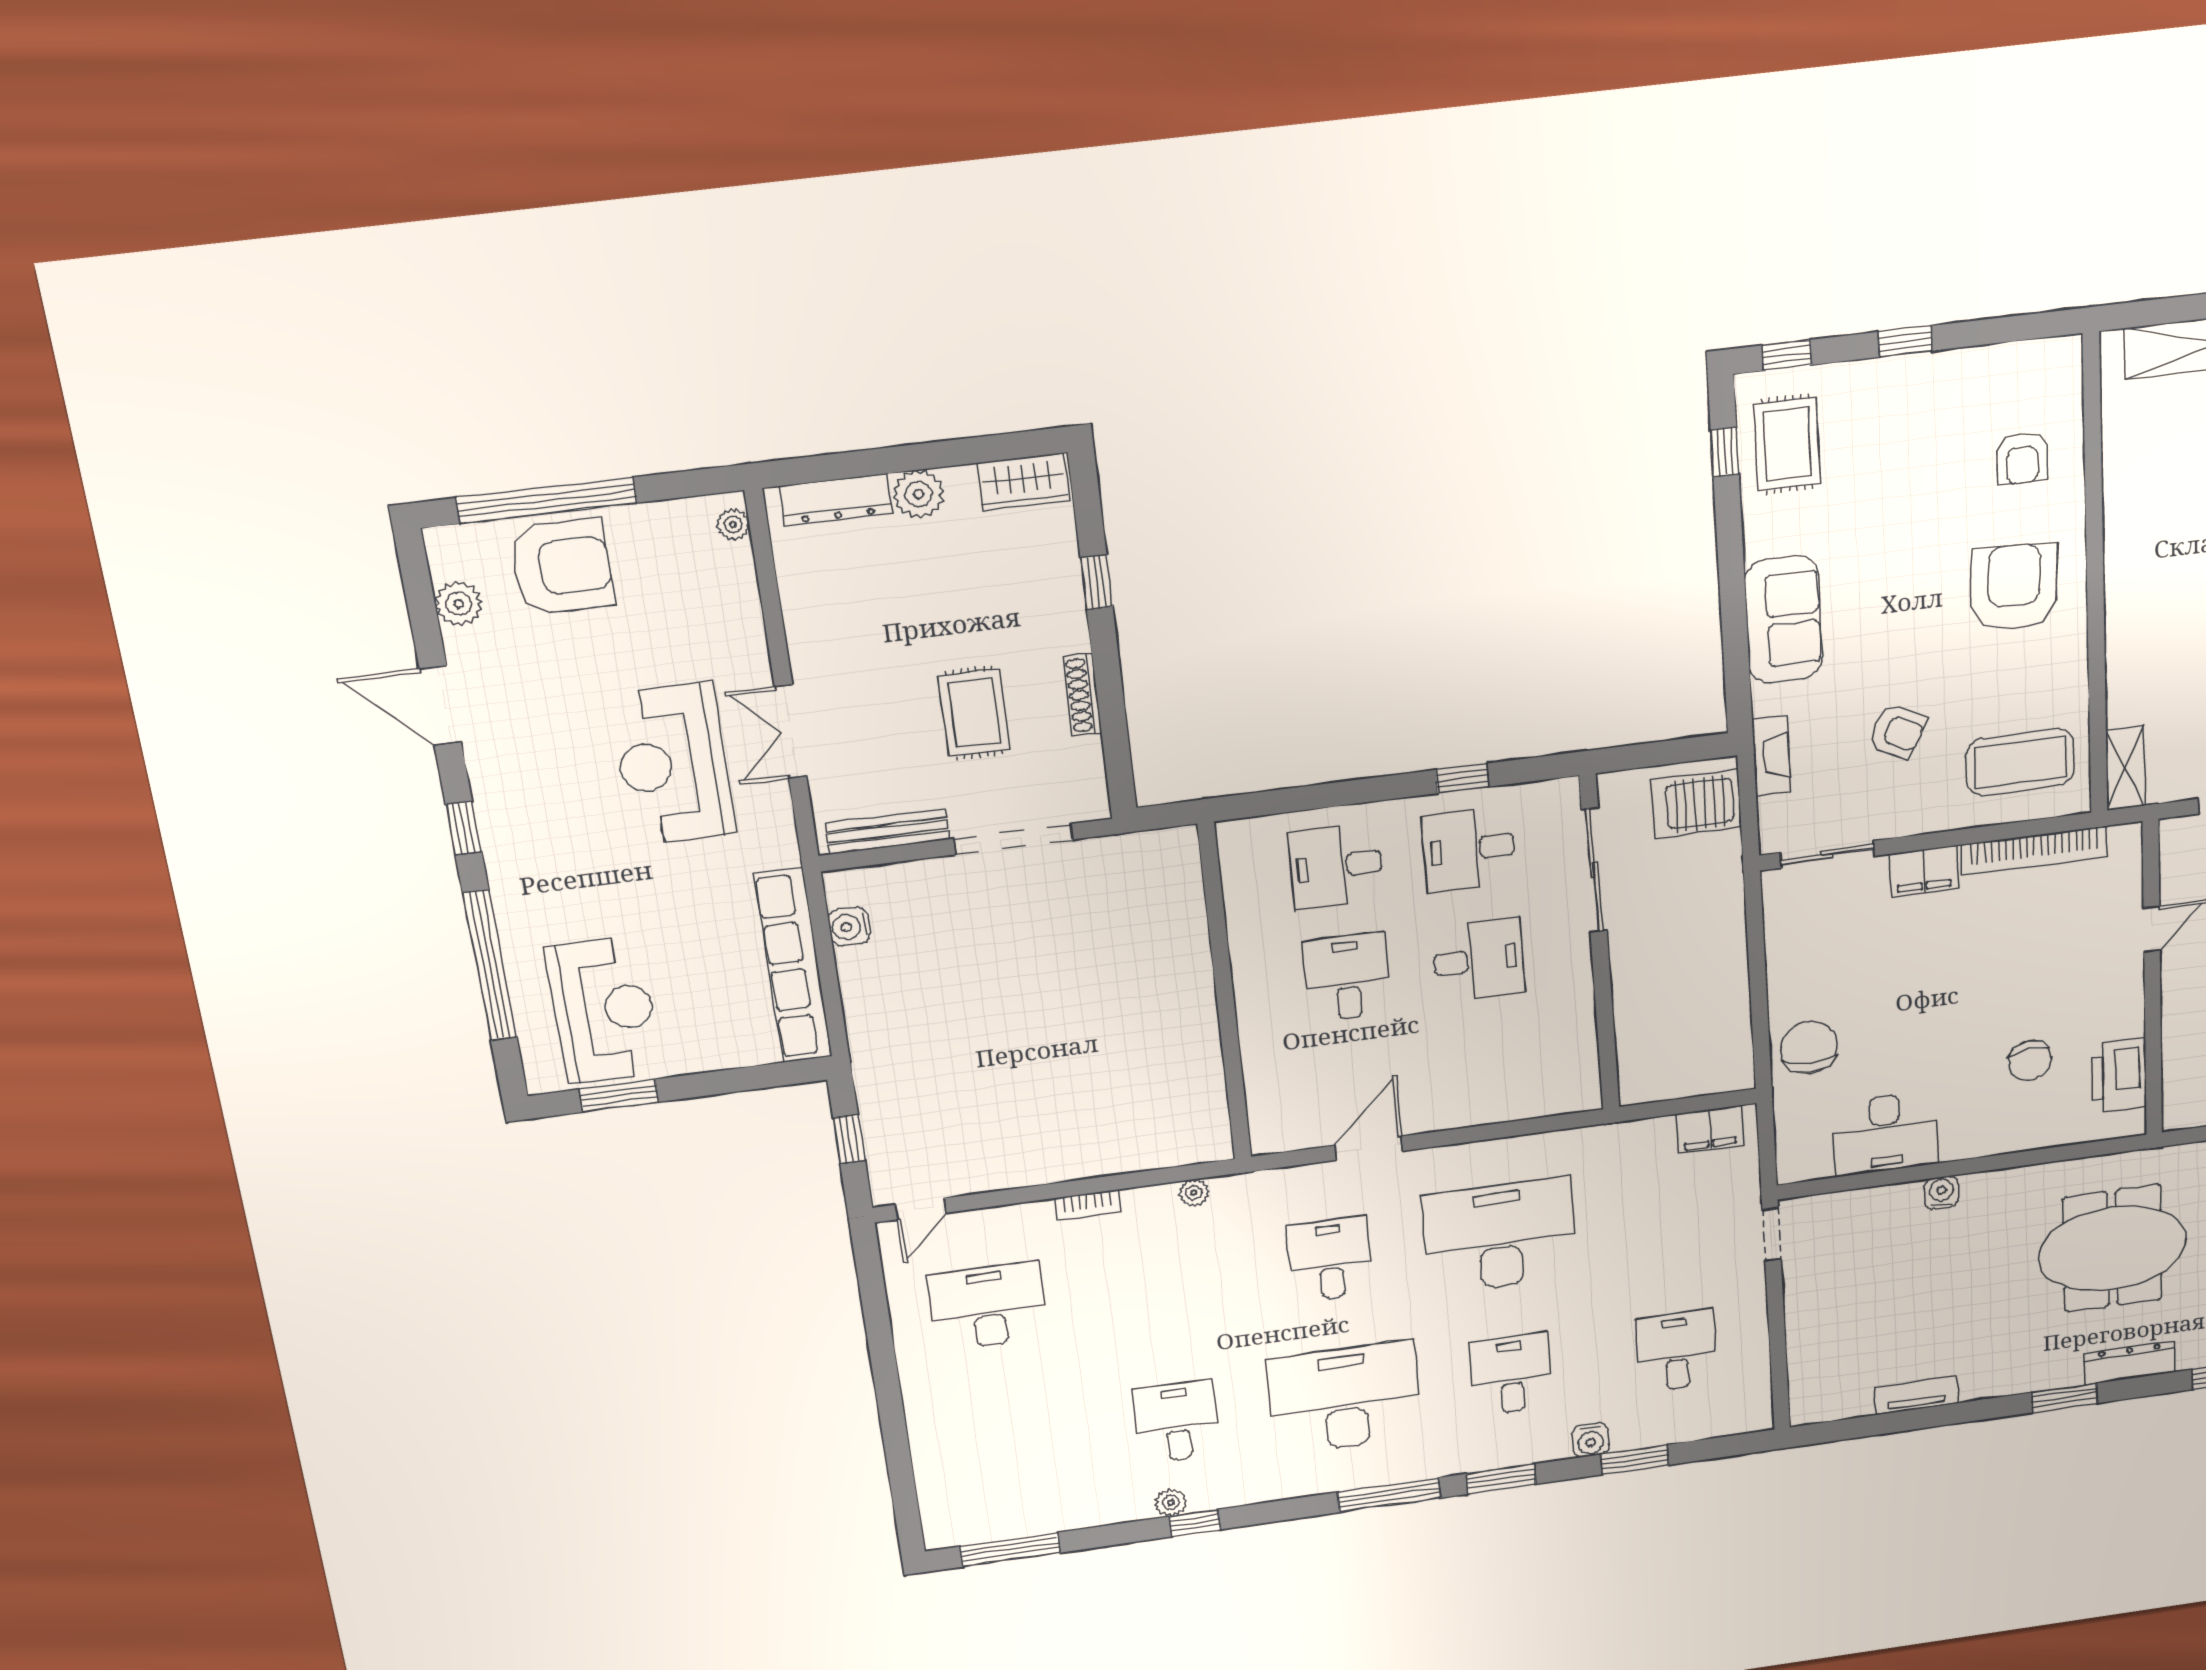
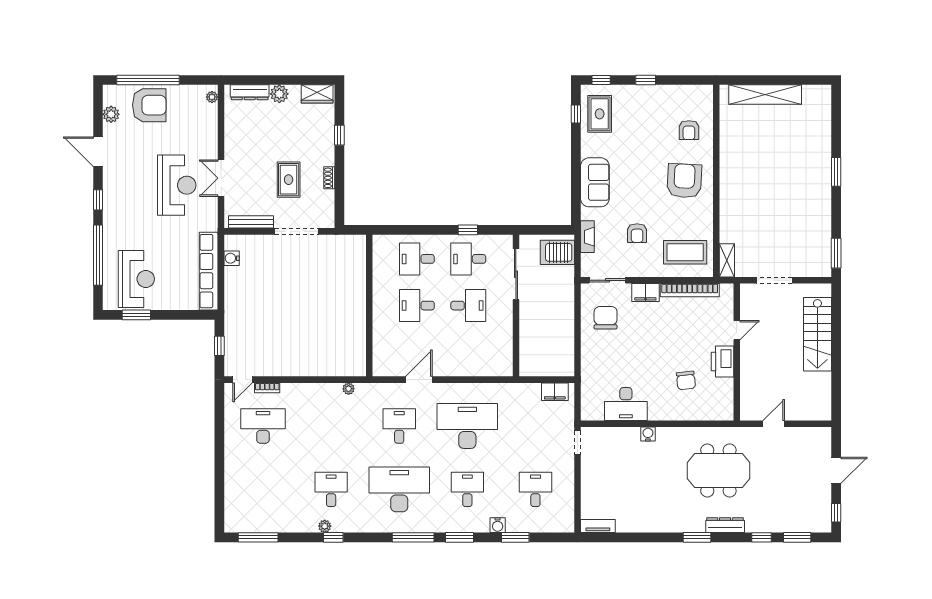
shoe rack: (1083, 695) -> (329, 178), width x0.70
armchair: (1897, 731) -> (637, 233), turned 62
reception desk: (673, 764) -> (177, 185), turned 180
desk: (1347, 977) -> (417, 306), turned -90
chair: (1809, 1047) -> (606, 318), moved
printer: (2119, 1076) -> (722, 362), moved
bookcase: (1087, 1205) -> (267, 388), moved
tv unit: (1916, 1395) -> (598, 526), moved

